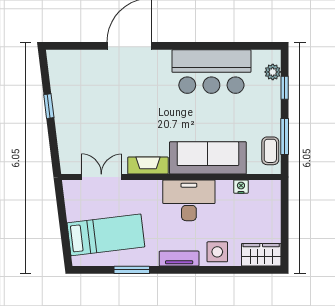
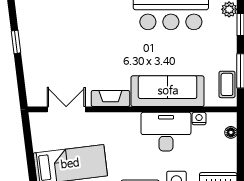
desk: (189, 200) -> (166, 132), moved
floor lamp: (274, 201) -> (231, 132), added

